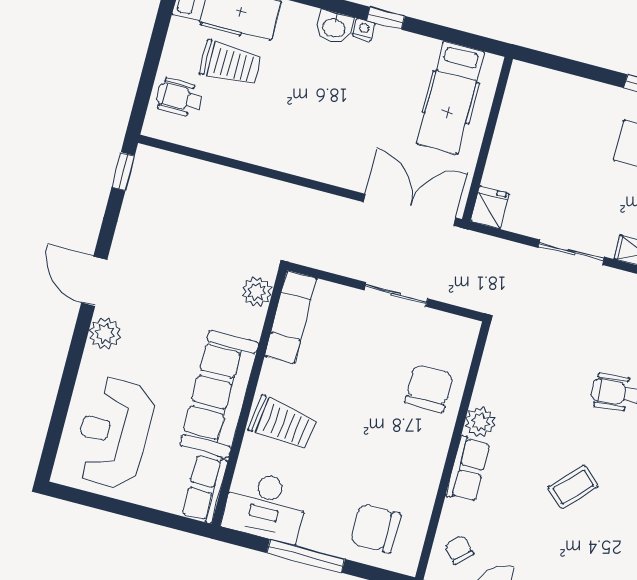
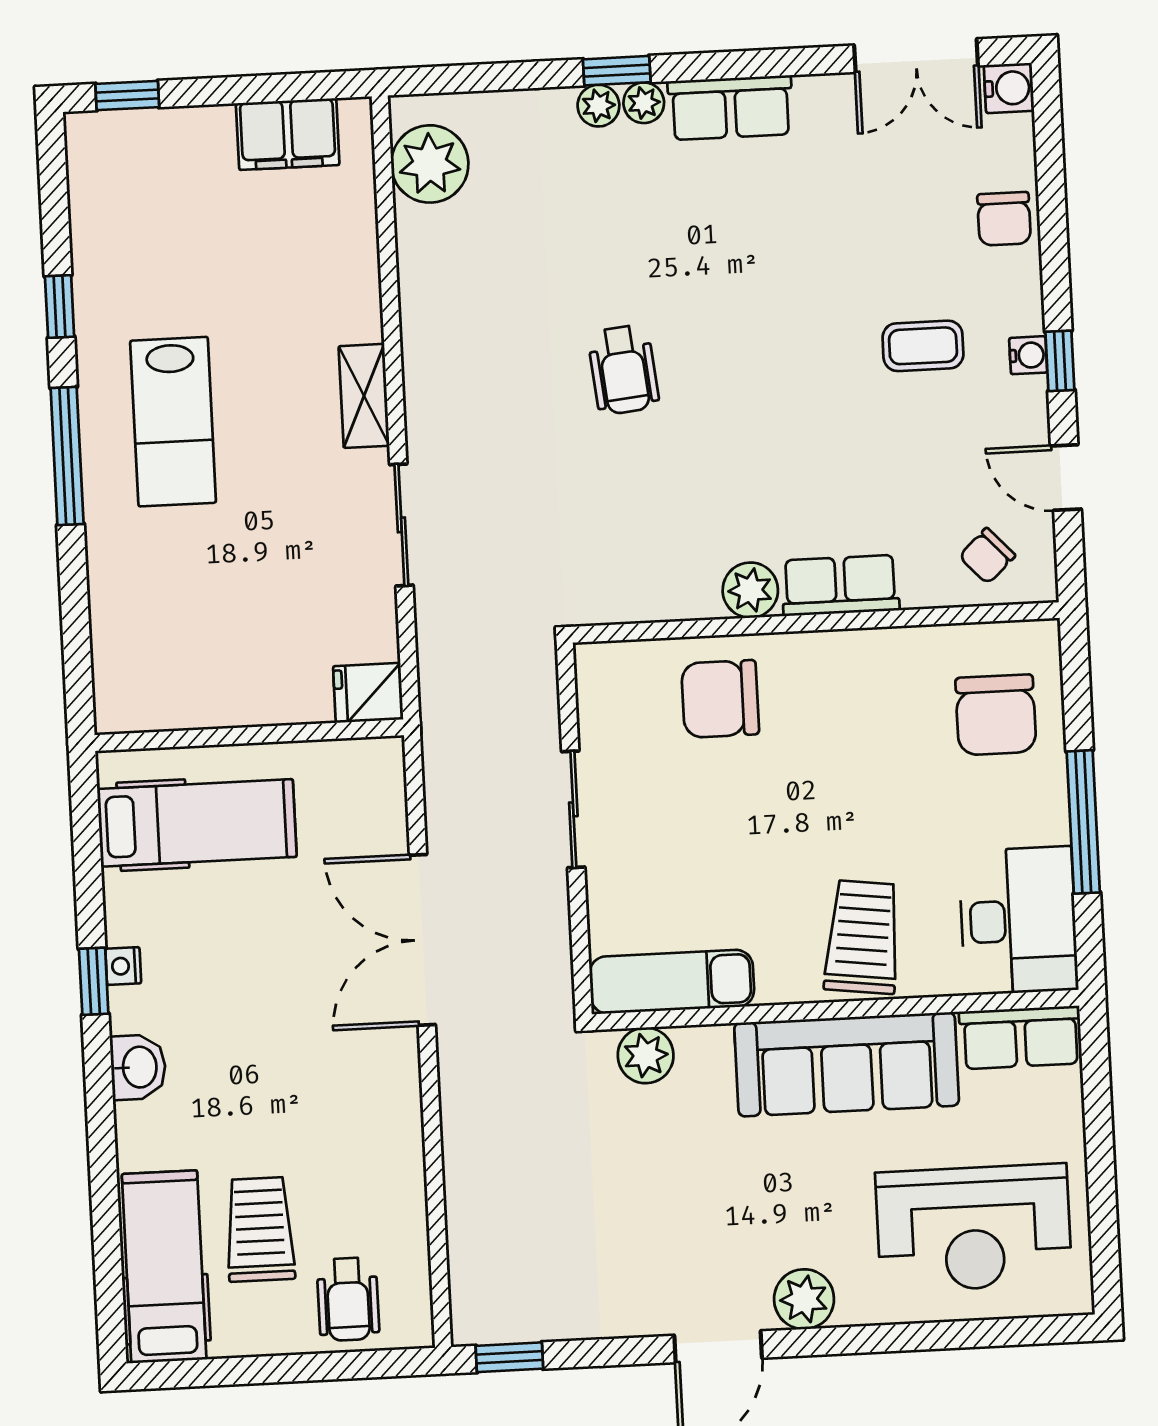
nightstand: (364, 29) -> (123, 966), moved
double door: (409, 210) -> (422, 940), moved
coffee table: (573, 487) -> (923, 346), moved, turned -44

